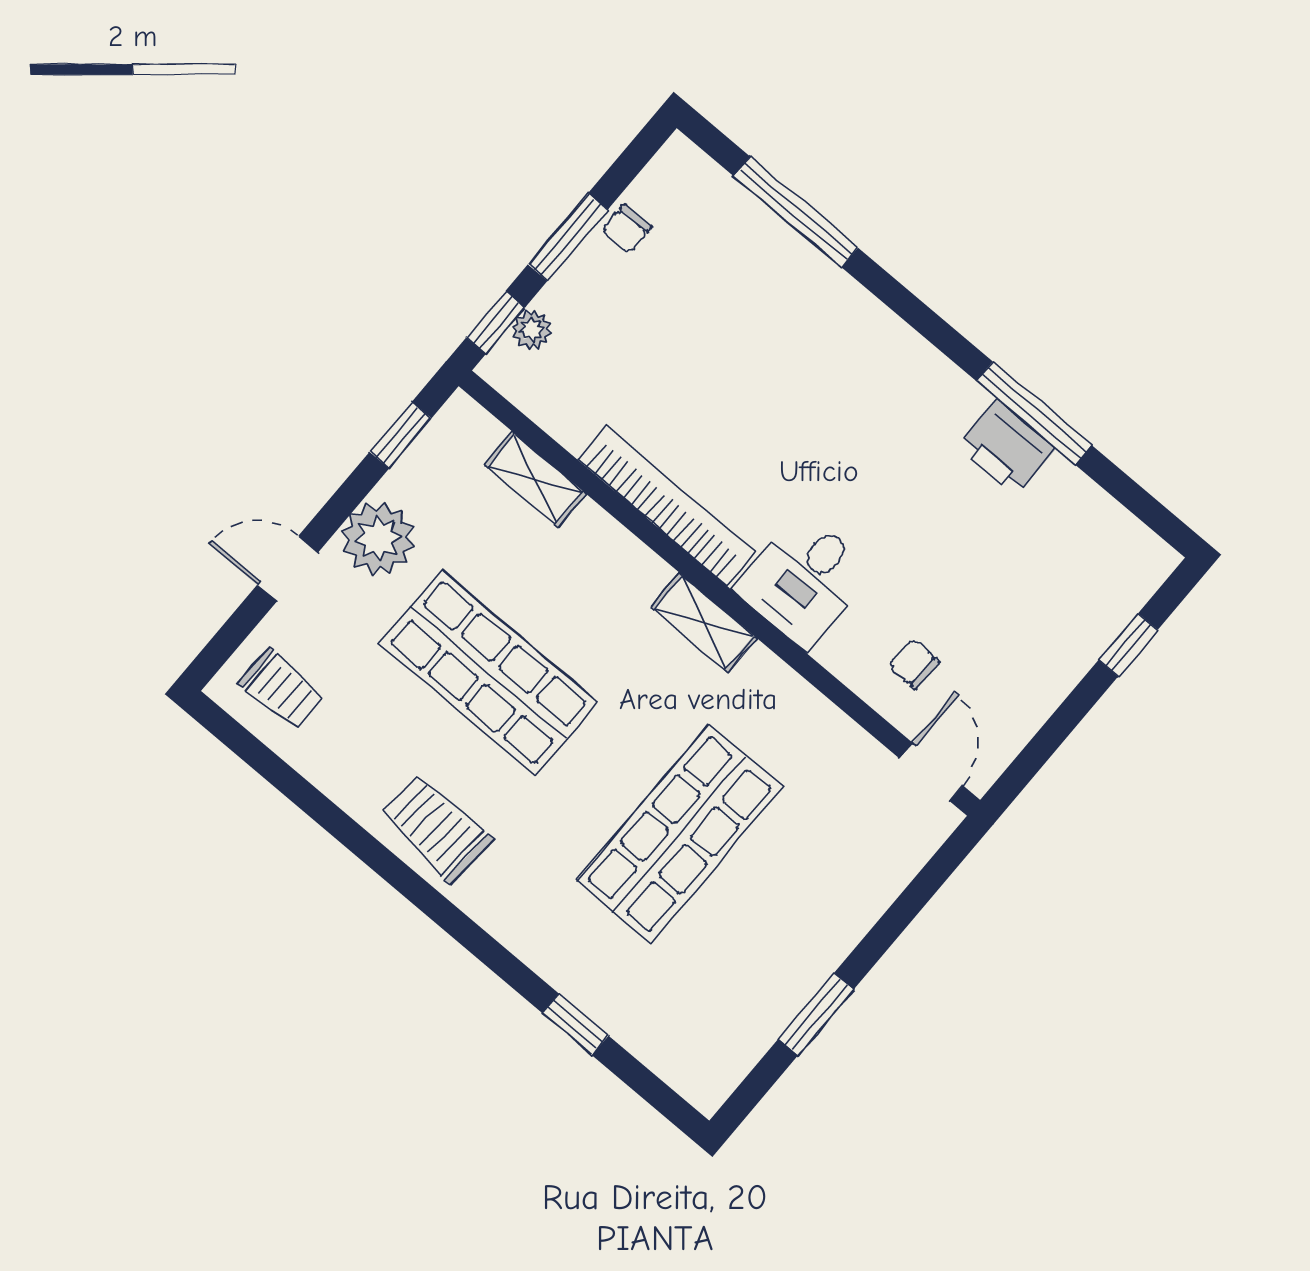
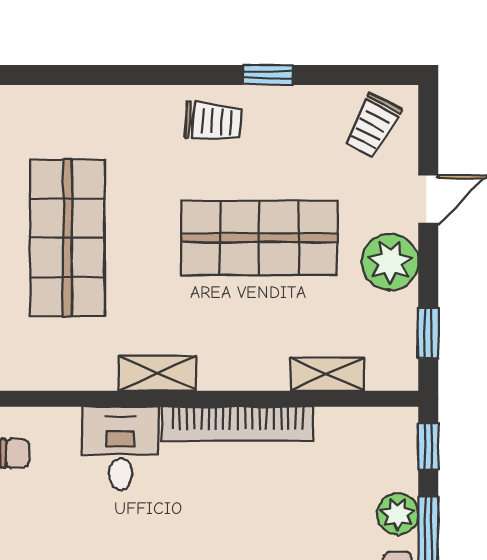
plant: (532, 330) -> (398, 514), moved, width x1.38, depth x1.38
trolley: (281, 689) -> (372, 126), turned -62
trolley: (436, 828) -> (213, 121), width x0.73, depth x0.72
window: (575, 1024) -> (268, 75), moved

